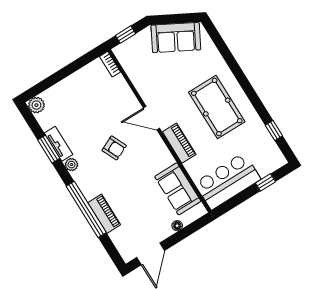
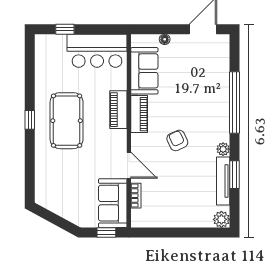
sofa: (176, 38) -> (113, 203), moved, turned -118
bookcase: (110, 64) -> (136, 196), moved
door: (152, 118) -> (129, 165), moved
window: (274, 130) -> (30, 120), moved
tv unit: (59, 144) -> (223, 181), width x1.41
piano: (104, 214) -> (139, 114), moved, turned 180

